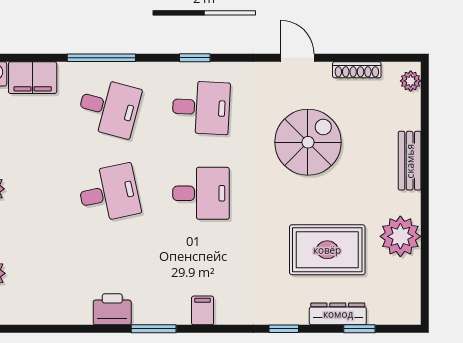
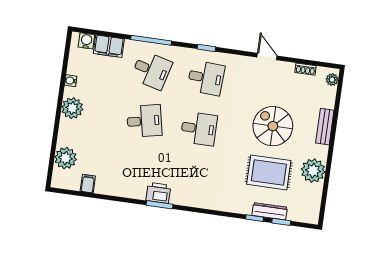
shoe rack: (357, 70) -> (305, 69), width x0.70
spiral stairs: (308, 142) -> (273, 126), moved, turned -90
printer: (112, 309) -> (158, 193), moved
filing cabinet: (203, 310) -> (88, 184), moved
window: (284, 329) -> (255, 218), moved

